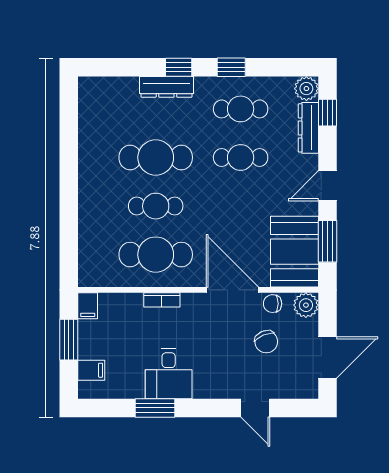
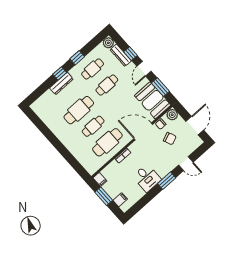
window: (328, 113) -> (131, 54), moved
window: (155, 408) -> (167, 181), moved

